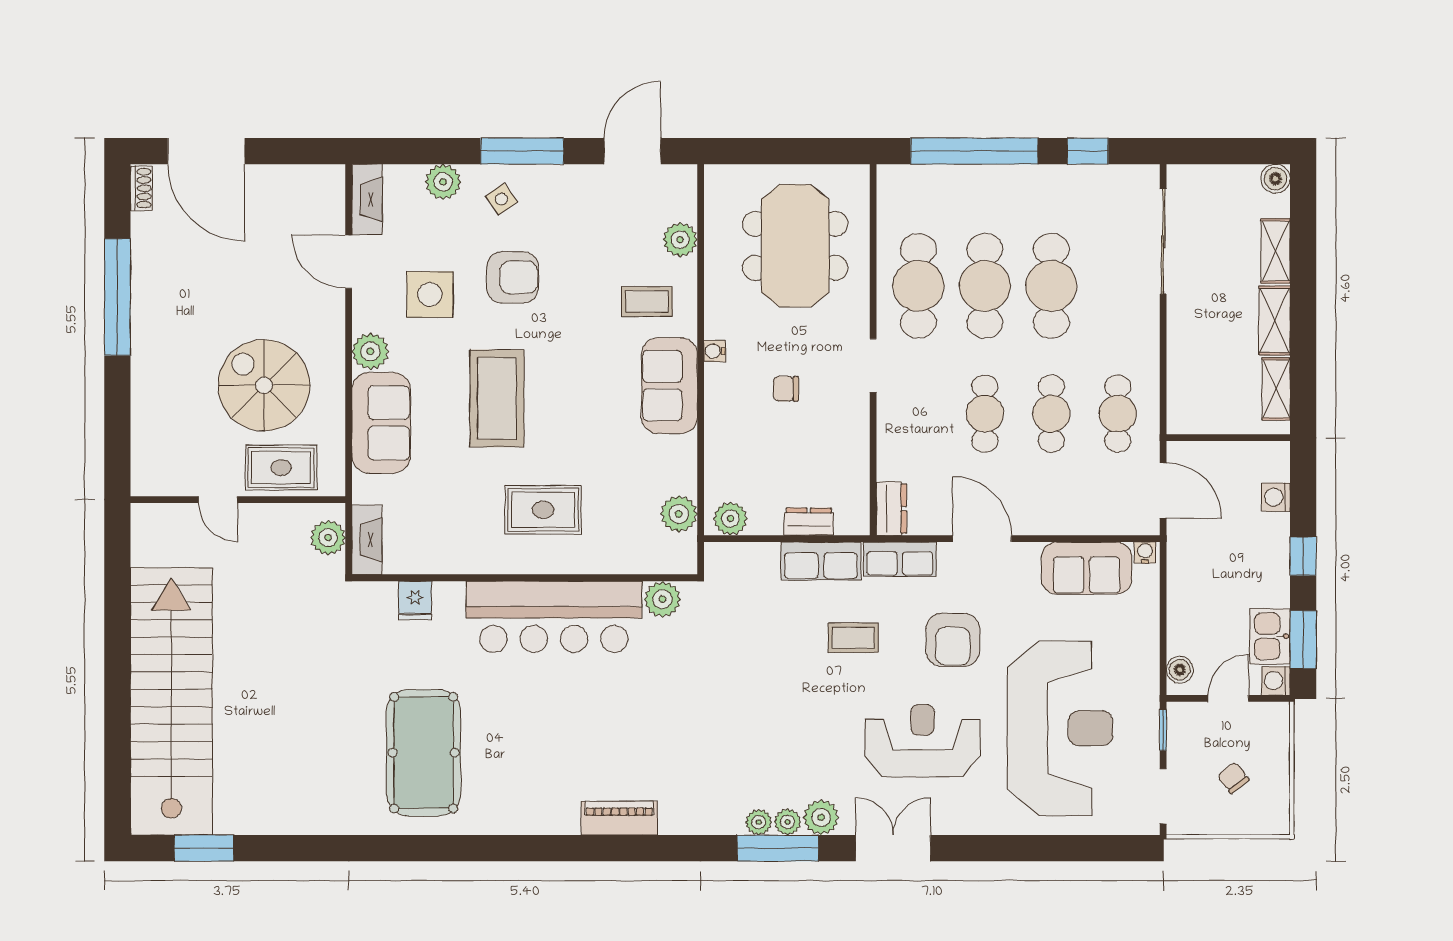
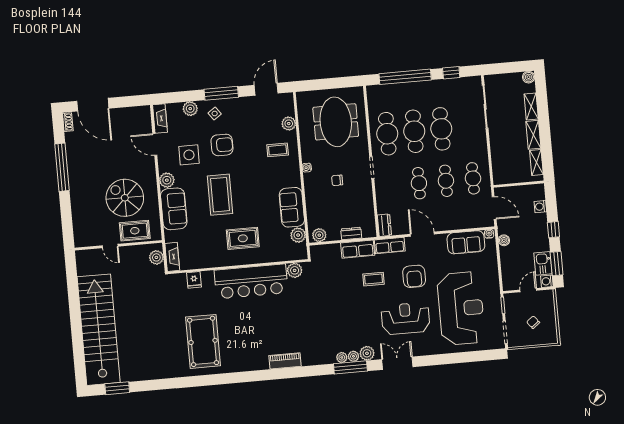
sofa: (669, 386) -> (292, 207), moved
boiler: (1180, 670) -> (504, 240), moved

